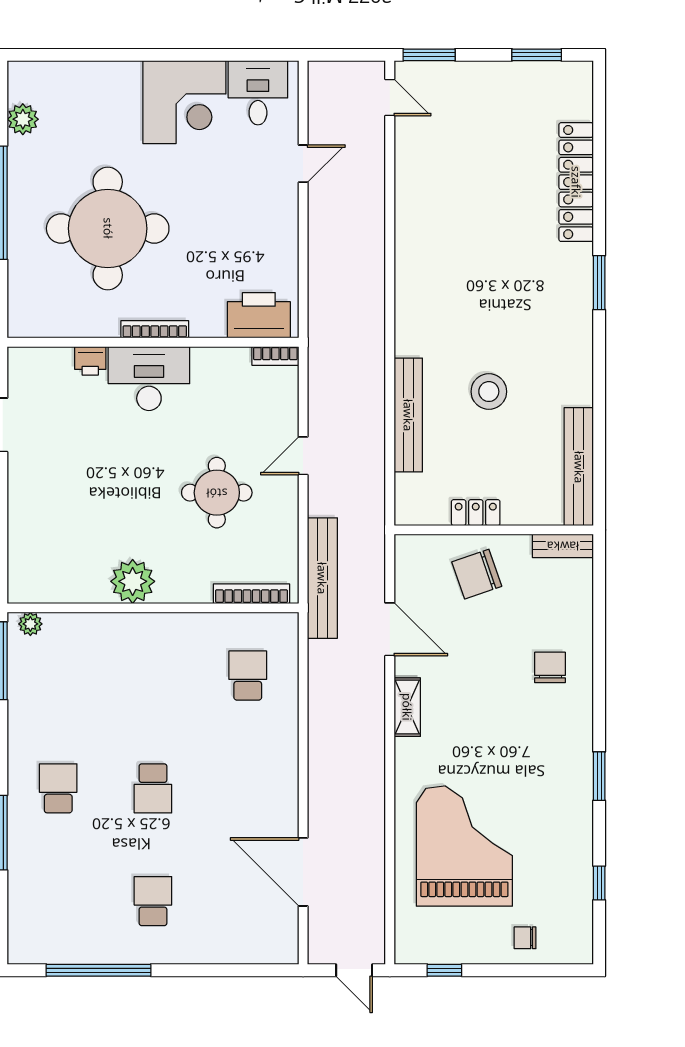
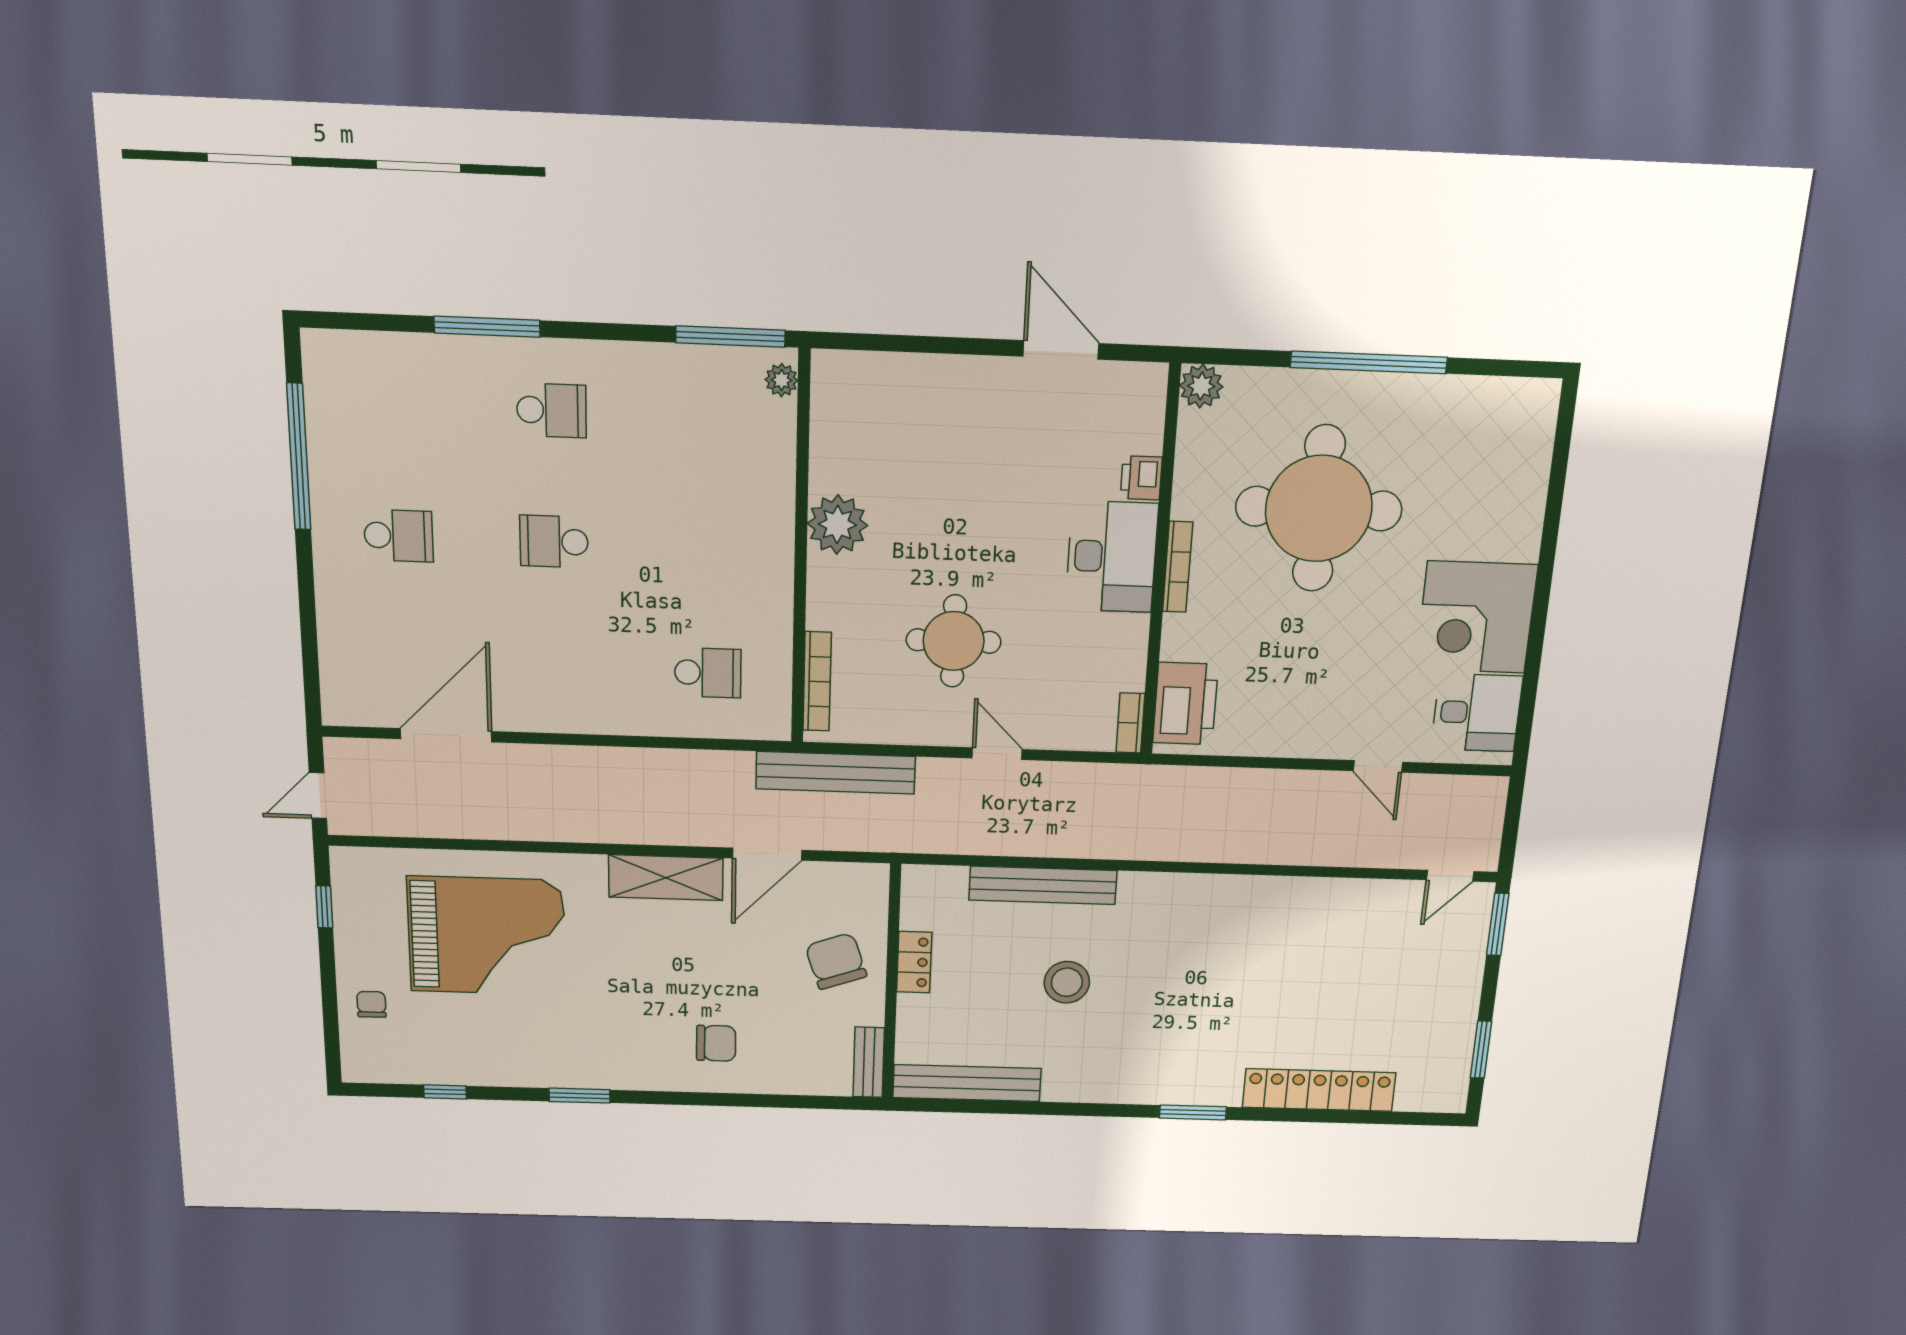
plant: (23, 119) -> (1201, 386), moved
shelving: (407, 707) -> (666, 878), width x1.50, depth x1.33

